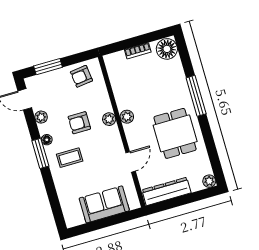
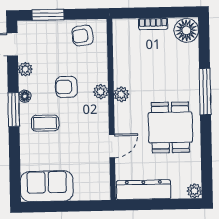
sofa: (104, 204) -> (47, 186), moved

